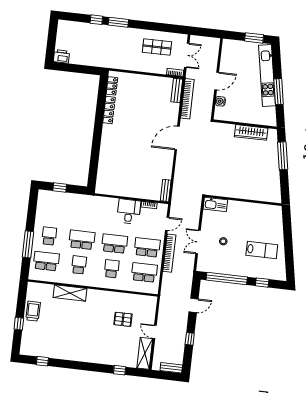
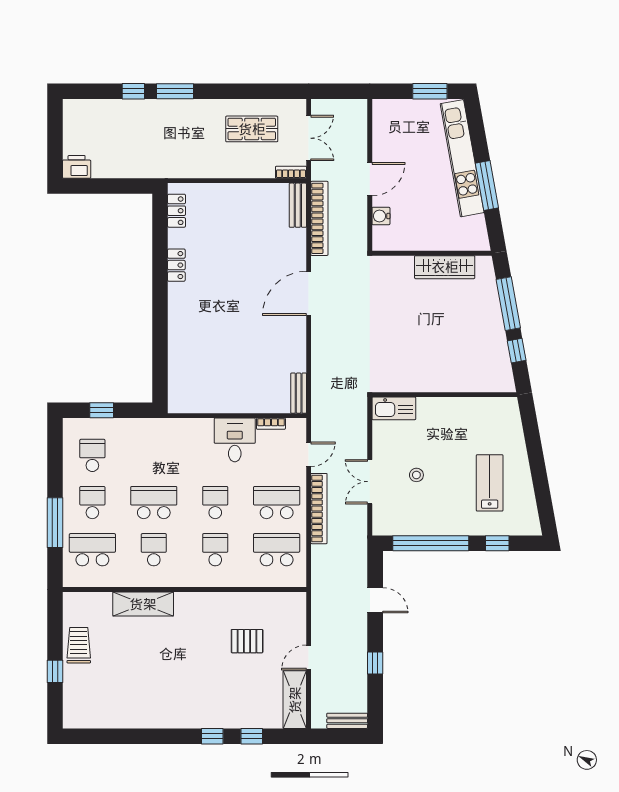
locker: (109, 110) -> (176, 265), width x0.66
window: (284, 181) -> (517, 351), added
school desk: (52, 211) -> (92, 455), added
school desk: (114, 244) -> (215, 503), width x0.54
lab bench: (262, 250) -> (490, 483), turned -90
door: (194, 305) -> (375, 600), hinge flipped
door: (155, 332) -> (309, 658), hinge flipped
window: (42, 361) -> (212, 736), moved

